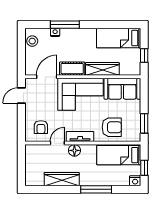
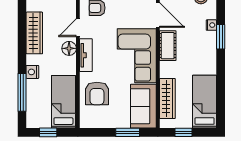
window: (65, 25) -> (221, 37), width x0.69
wardrobe: (102, 69) -> (167, 99), moved
window: (144, 123) -> (128, 132), moved
door: (57, 143) -> (78, 28), swing flipped
nightstand: (135, 181) -> (32, 72), moved
window: (96, 189) -> (22, 92), moved

